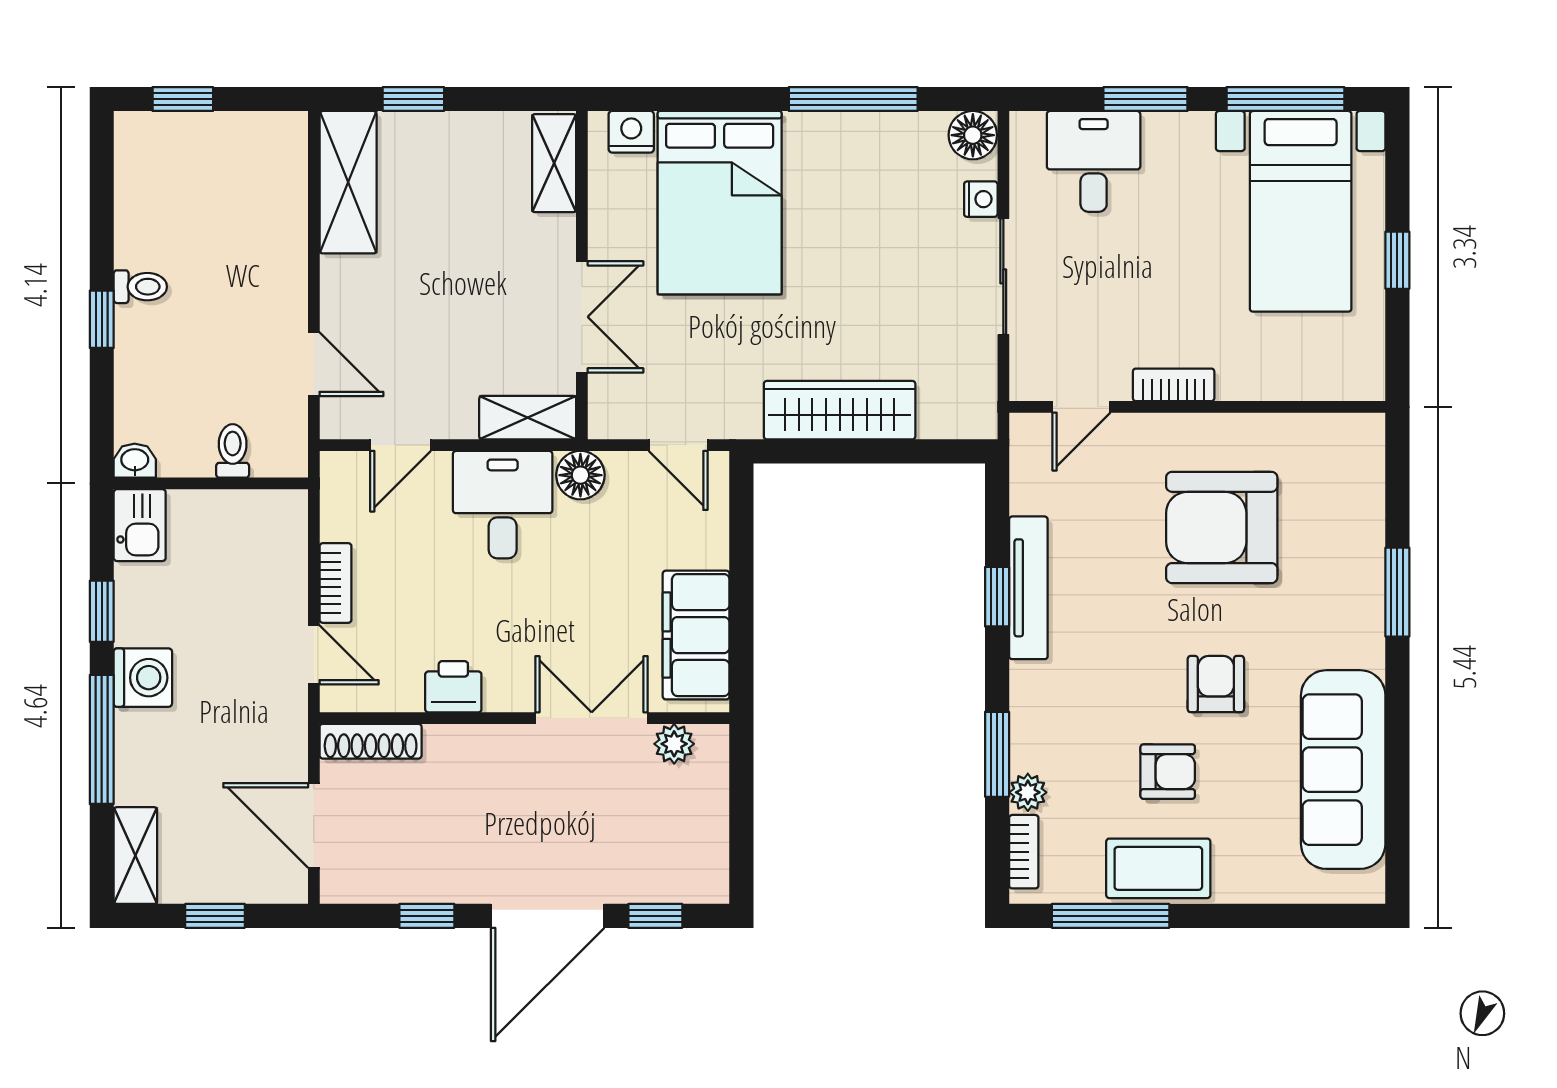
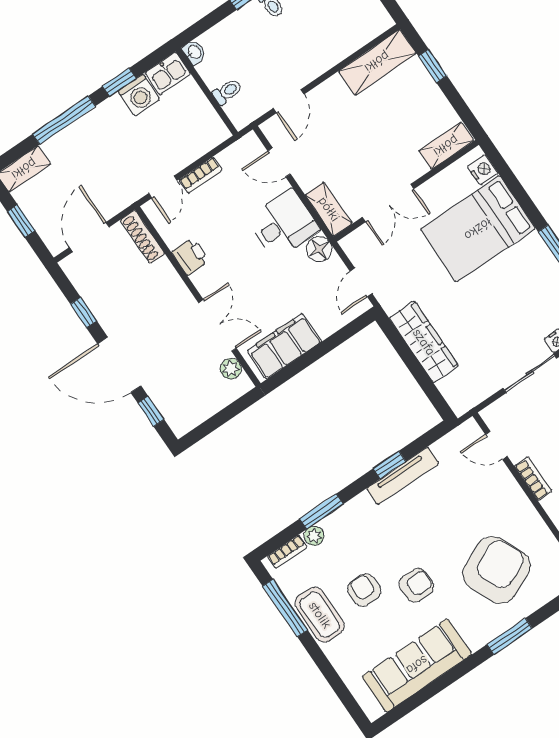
armchair: (1222, 527) -> (496, 570), moved, turned 66
washing machine: (143, 678) -> (139, 95), moved
armchair: (1168, 772) -> (364, 590), turned 180

